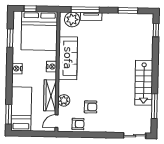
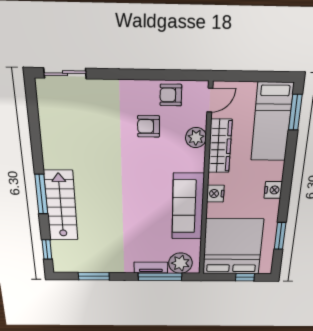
stairs: (144, 83) -> (61, 206), moved
window: (154, 106) -> (41, 194), moved

